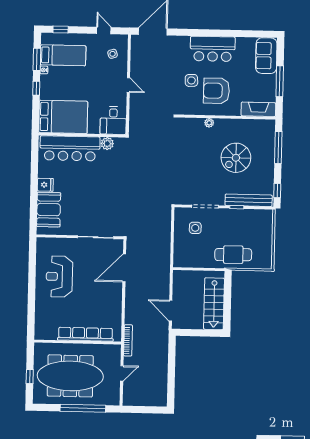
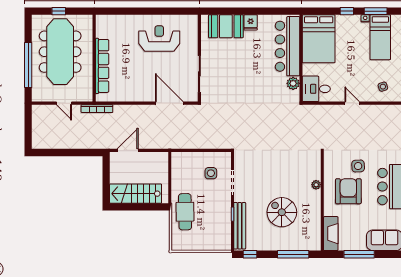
door: (128, 85) -> (352, 103), swing flipped

